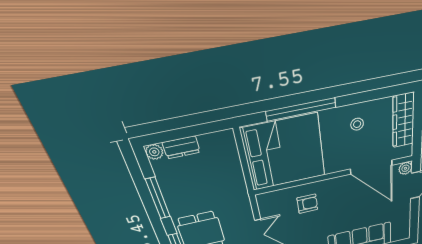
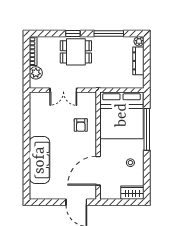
wardrobe: (403, 120) -> (132, 193), width x0.67
dresser: (181, 147) -> (138, 61), width x1.44
plant: (405, 168) -> (92, 195), removed

